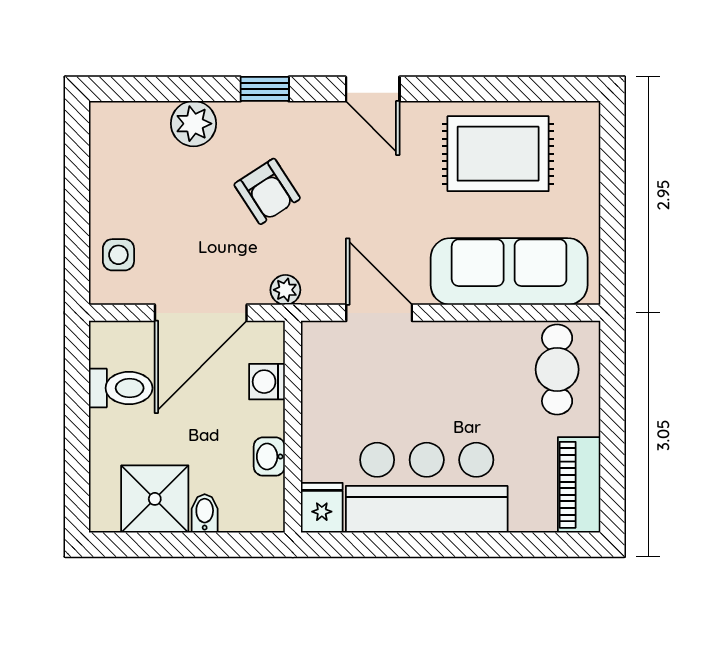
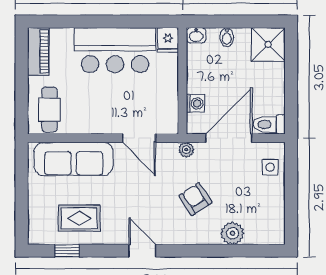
window: (265, 89) -> (67, 251), moved
rug: (498, 154) -> (79, 218), width x0.73, depth x0.70
toilet: (121, 388) -> (269, 124), moved
washbasin: (269, 457) -> (196, 35), moved, turned 90
shower: (155, 499) -> (268, 44), moved

